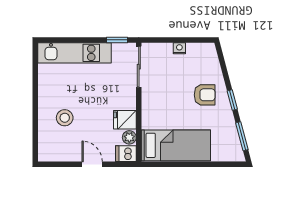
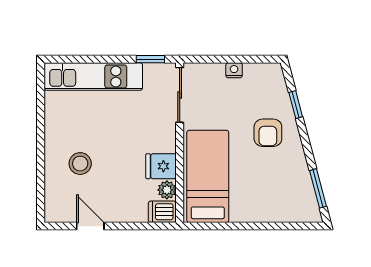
armchair: (205, 95) -> (268, 133), turned 90
window: (232, 100) -> (296, 105), moved
bed: (176, 145) -> (208, 176), moved, turned -90
door: (92, 164) -> (90, 226), moved

